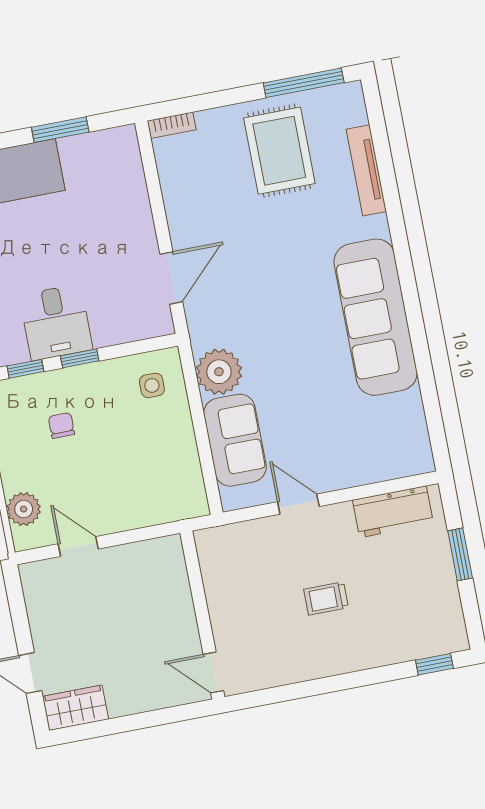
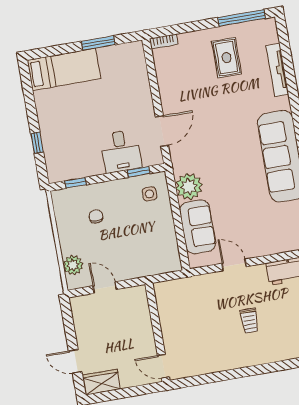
rug: (279, 151) -> (227, 58), width x0.73, depth x0.70
desk: (56, 322) -> (121, 151), moved
window: (80, 358) -> (139, 172), moved
trolley: (326, 598) -> (249, 321), turned -90
wall: (202, 615) -> (157, 332), moved
door: (213, 673) -> (163, 366), moved

